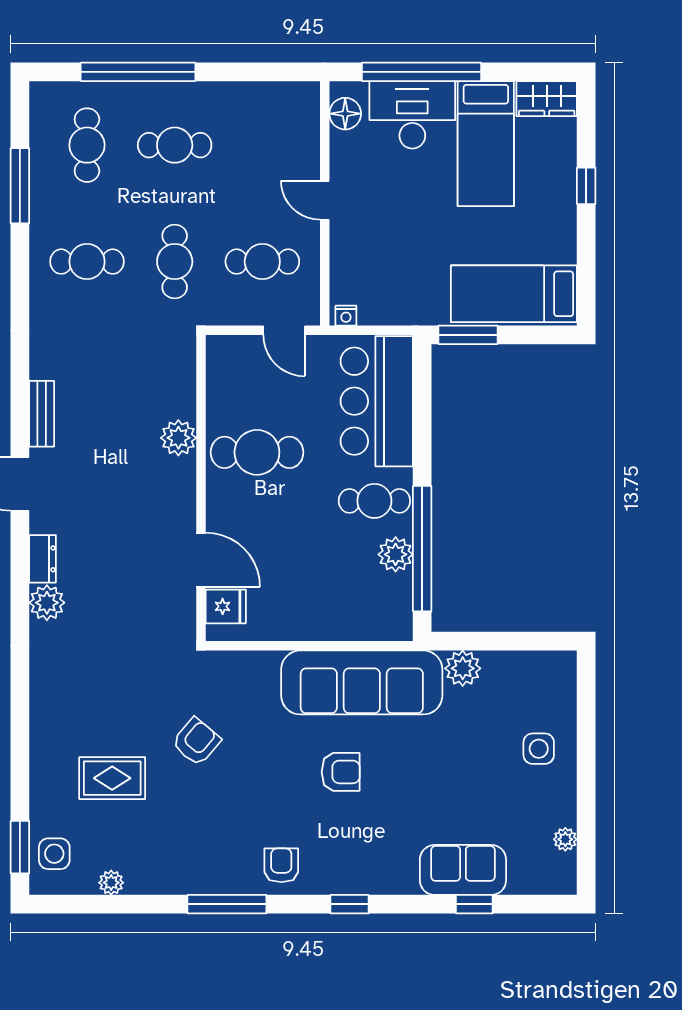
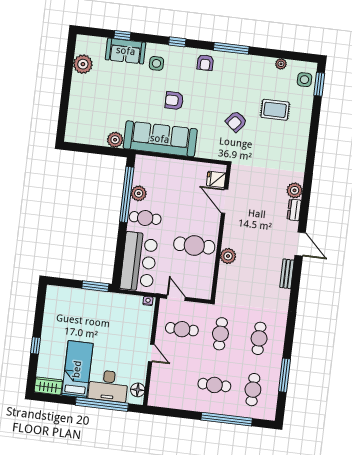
cafe table: (87, 262) -> (259, 338), turned 90
bed: (514, 294) -> (73, 302), removed
side table: (539, 749) -> (156, 63), moved
plant: (565, 839) -> (83, 64), width x1.88, depth x1.88

